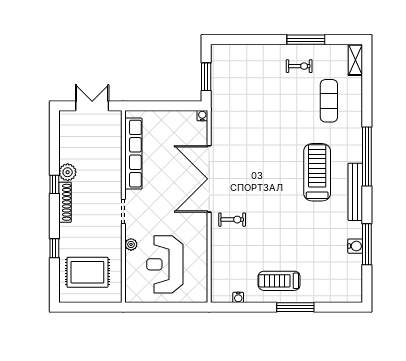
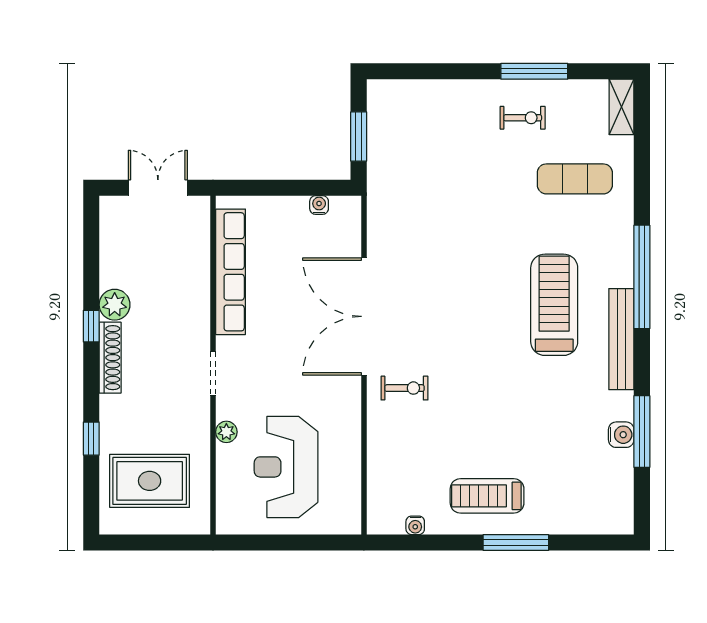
exercise mat: (329, 101) -> (575, 179), turned 90
water cooler: (202, 116) -> (319, 205), moved

